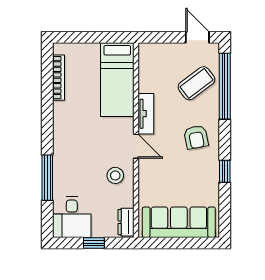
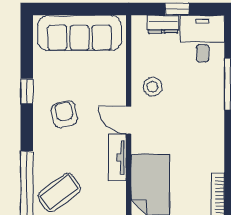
armchair: (196, 137) -> (64, 114), moved
dresser: (126, 222) -> (163, 24), moved, turned 90

